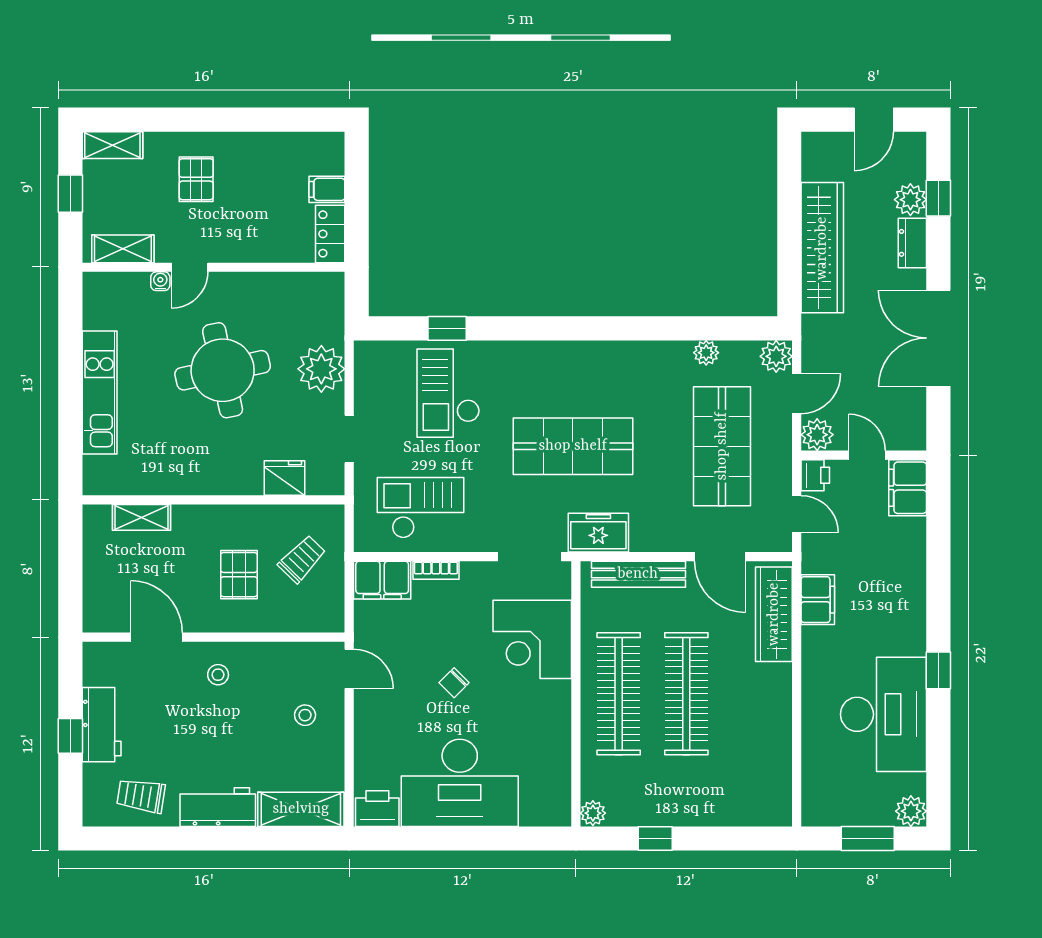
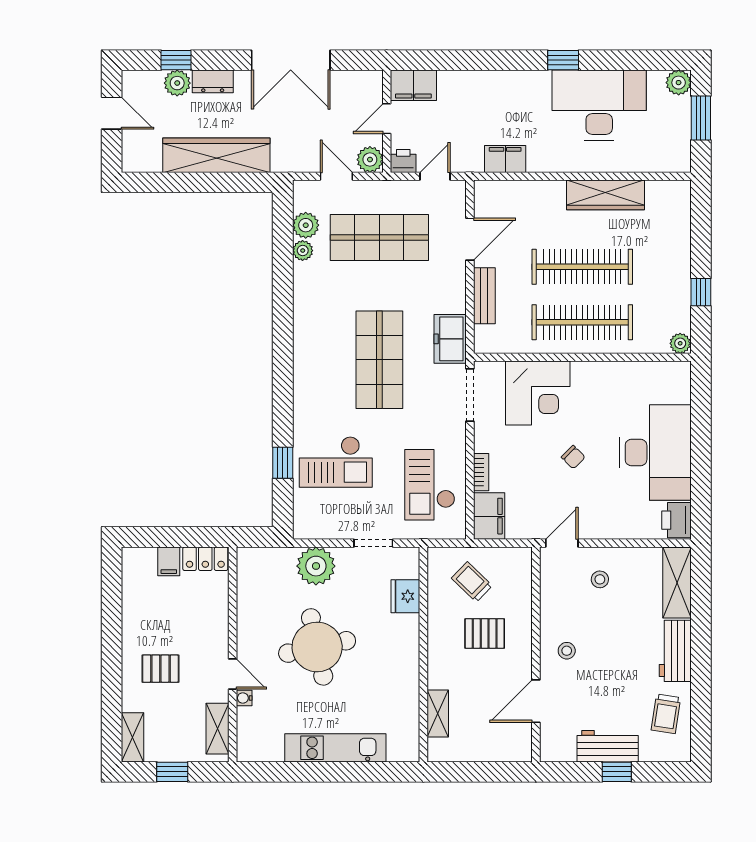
plant: (776, 356) -> (306, 225), moved
bench: (638, 574) -> (484, 296), width x0.73
wardrobe: (774, 614) -> (605, 195), moved

